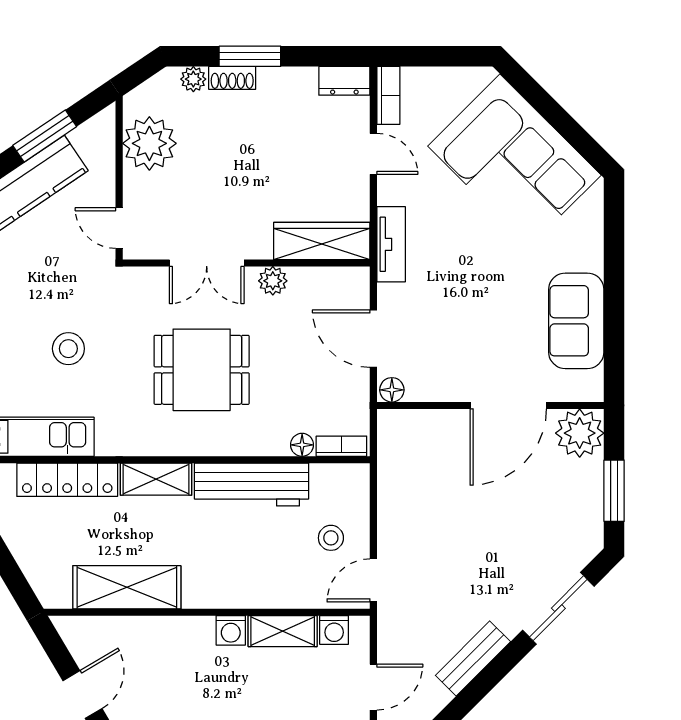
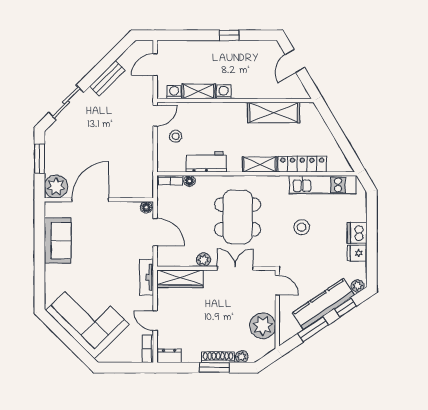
shoe rack: (232, 78) -> (218, 357), width x1.43
dining table: (202, 370) -> (238, 217), width x1.37
workbench: (251, 484) -> (206, 162), width x0.73

